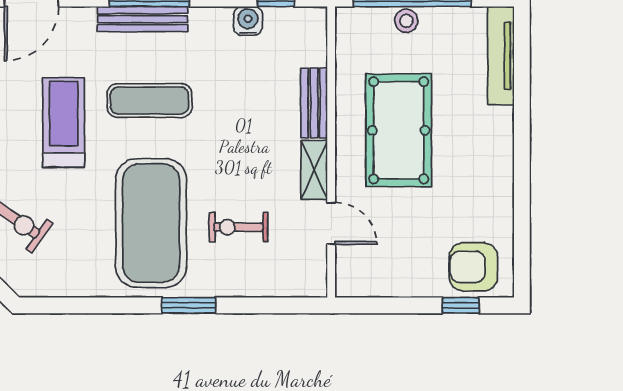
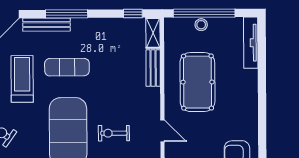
bench: (143, 19) -> (46, 25), moved
water cooler: (248, 21) -> (118, 25), removed
shelving: (314, 170) -> (153, 33), moved

